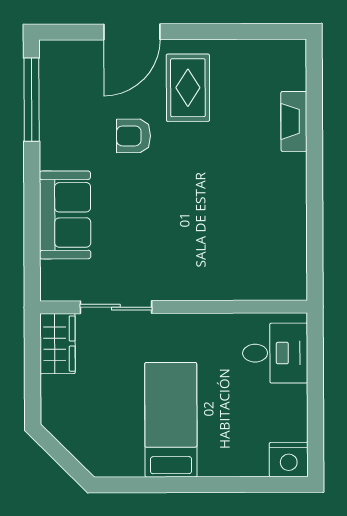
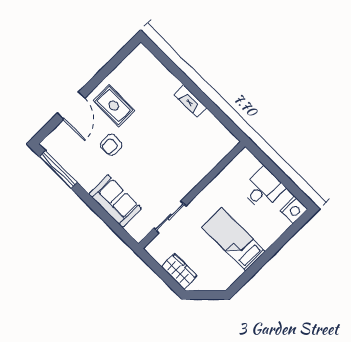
fireplace: (294, 121) -> (190, 101), moved
wardrobe: (57, 344) -> (179, 271), moved
desk: (275, 353) -> (263, 189), moved

